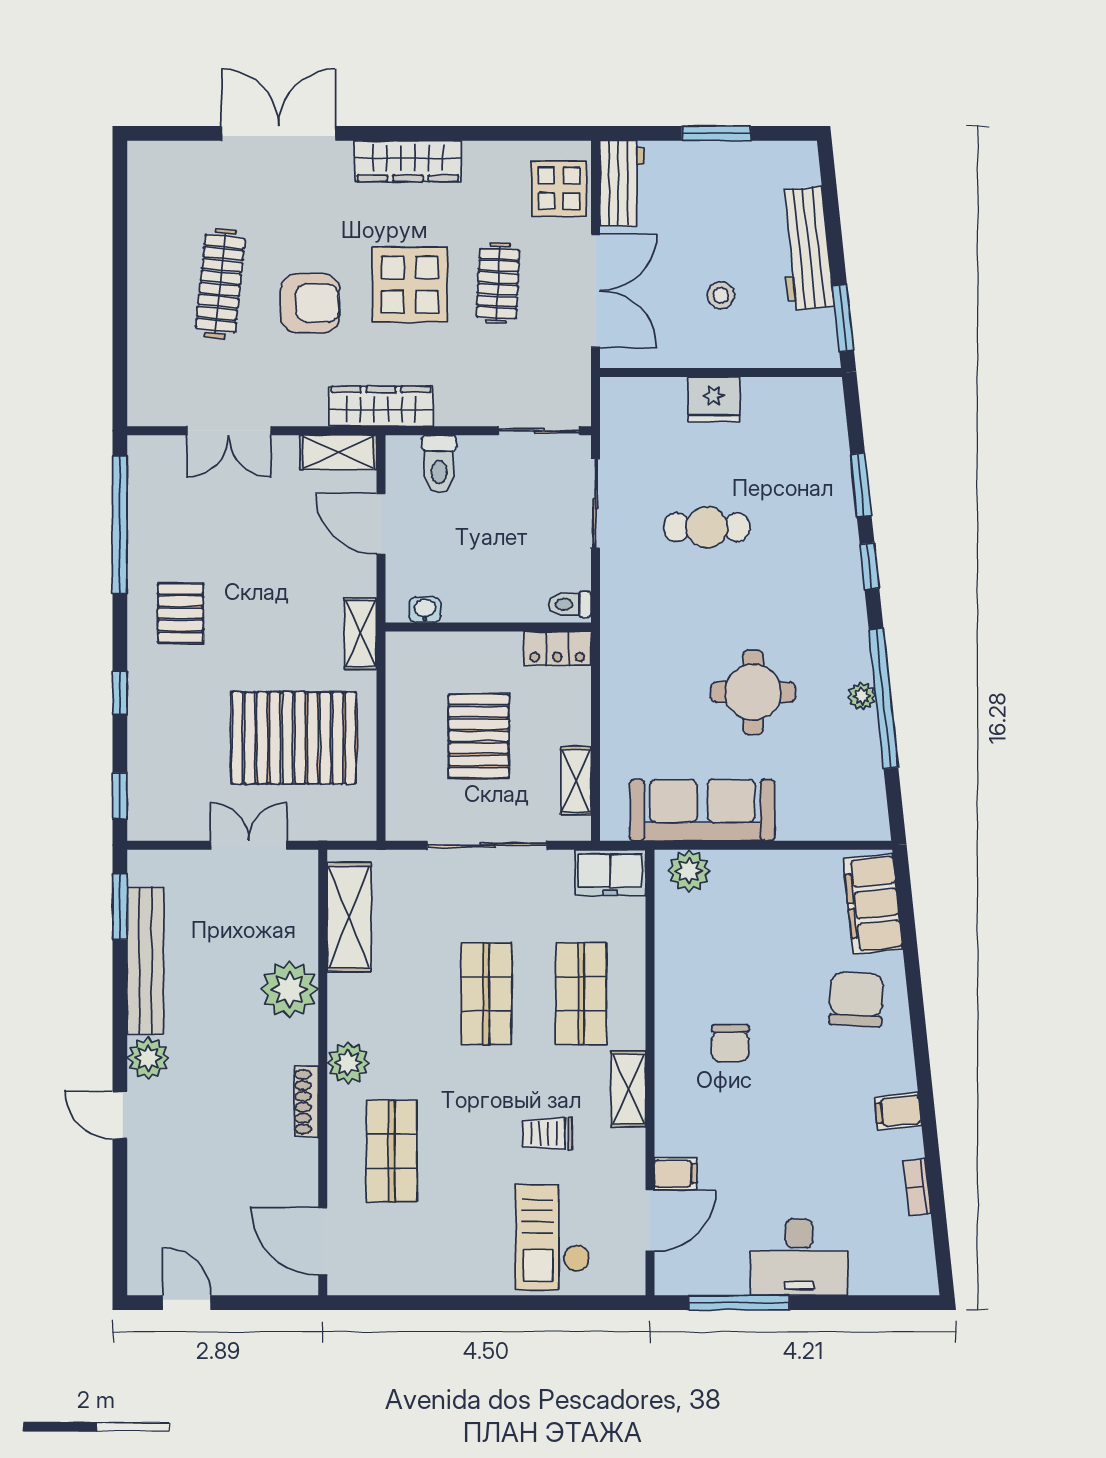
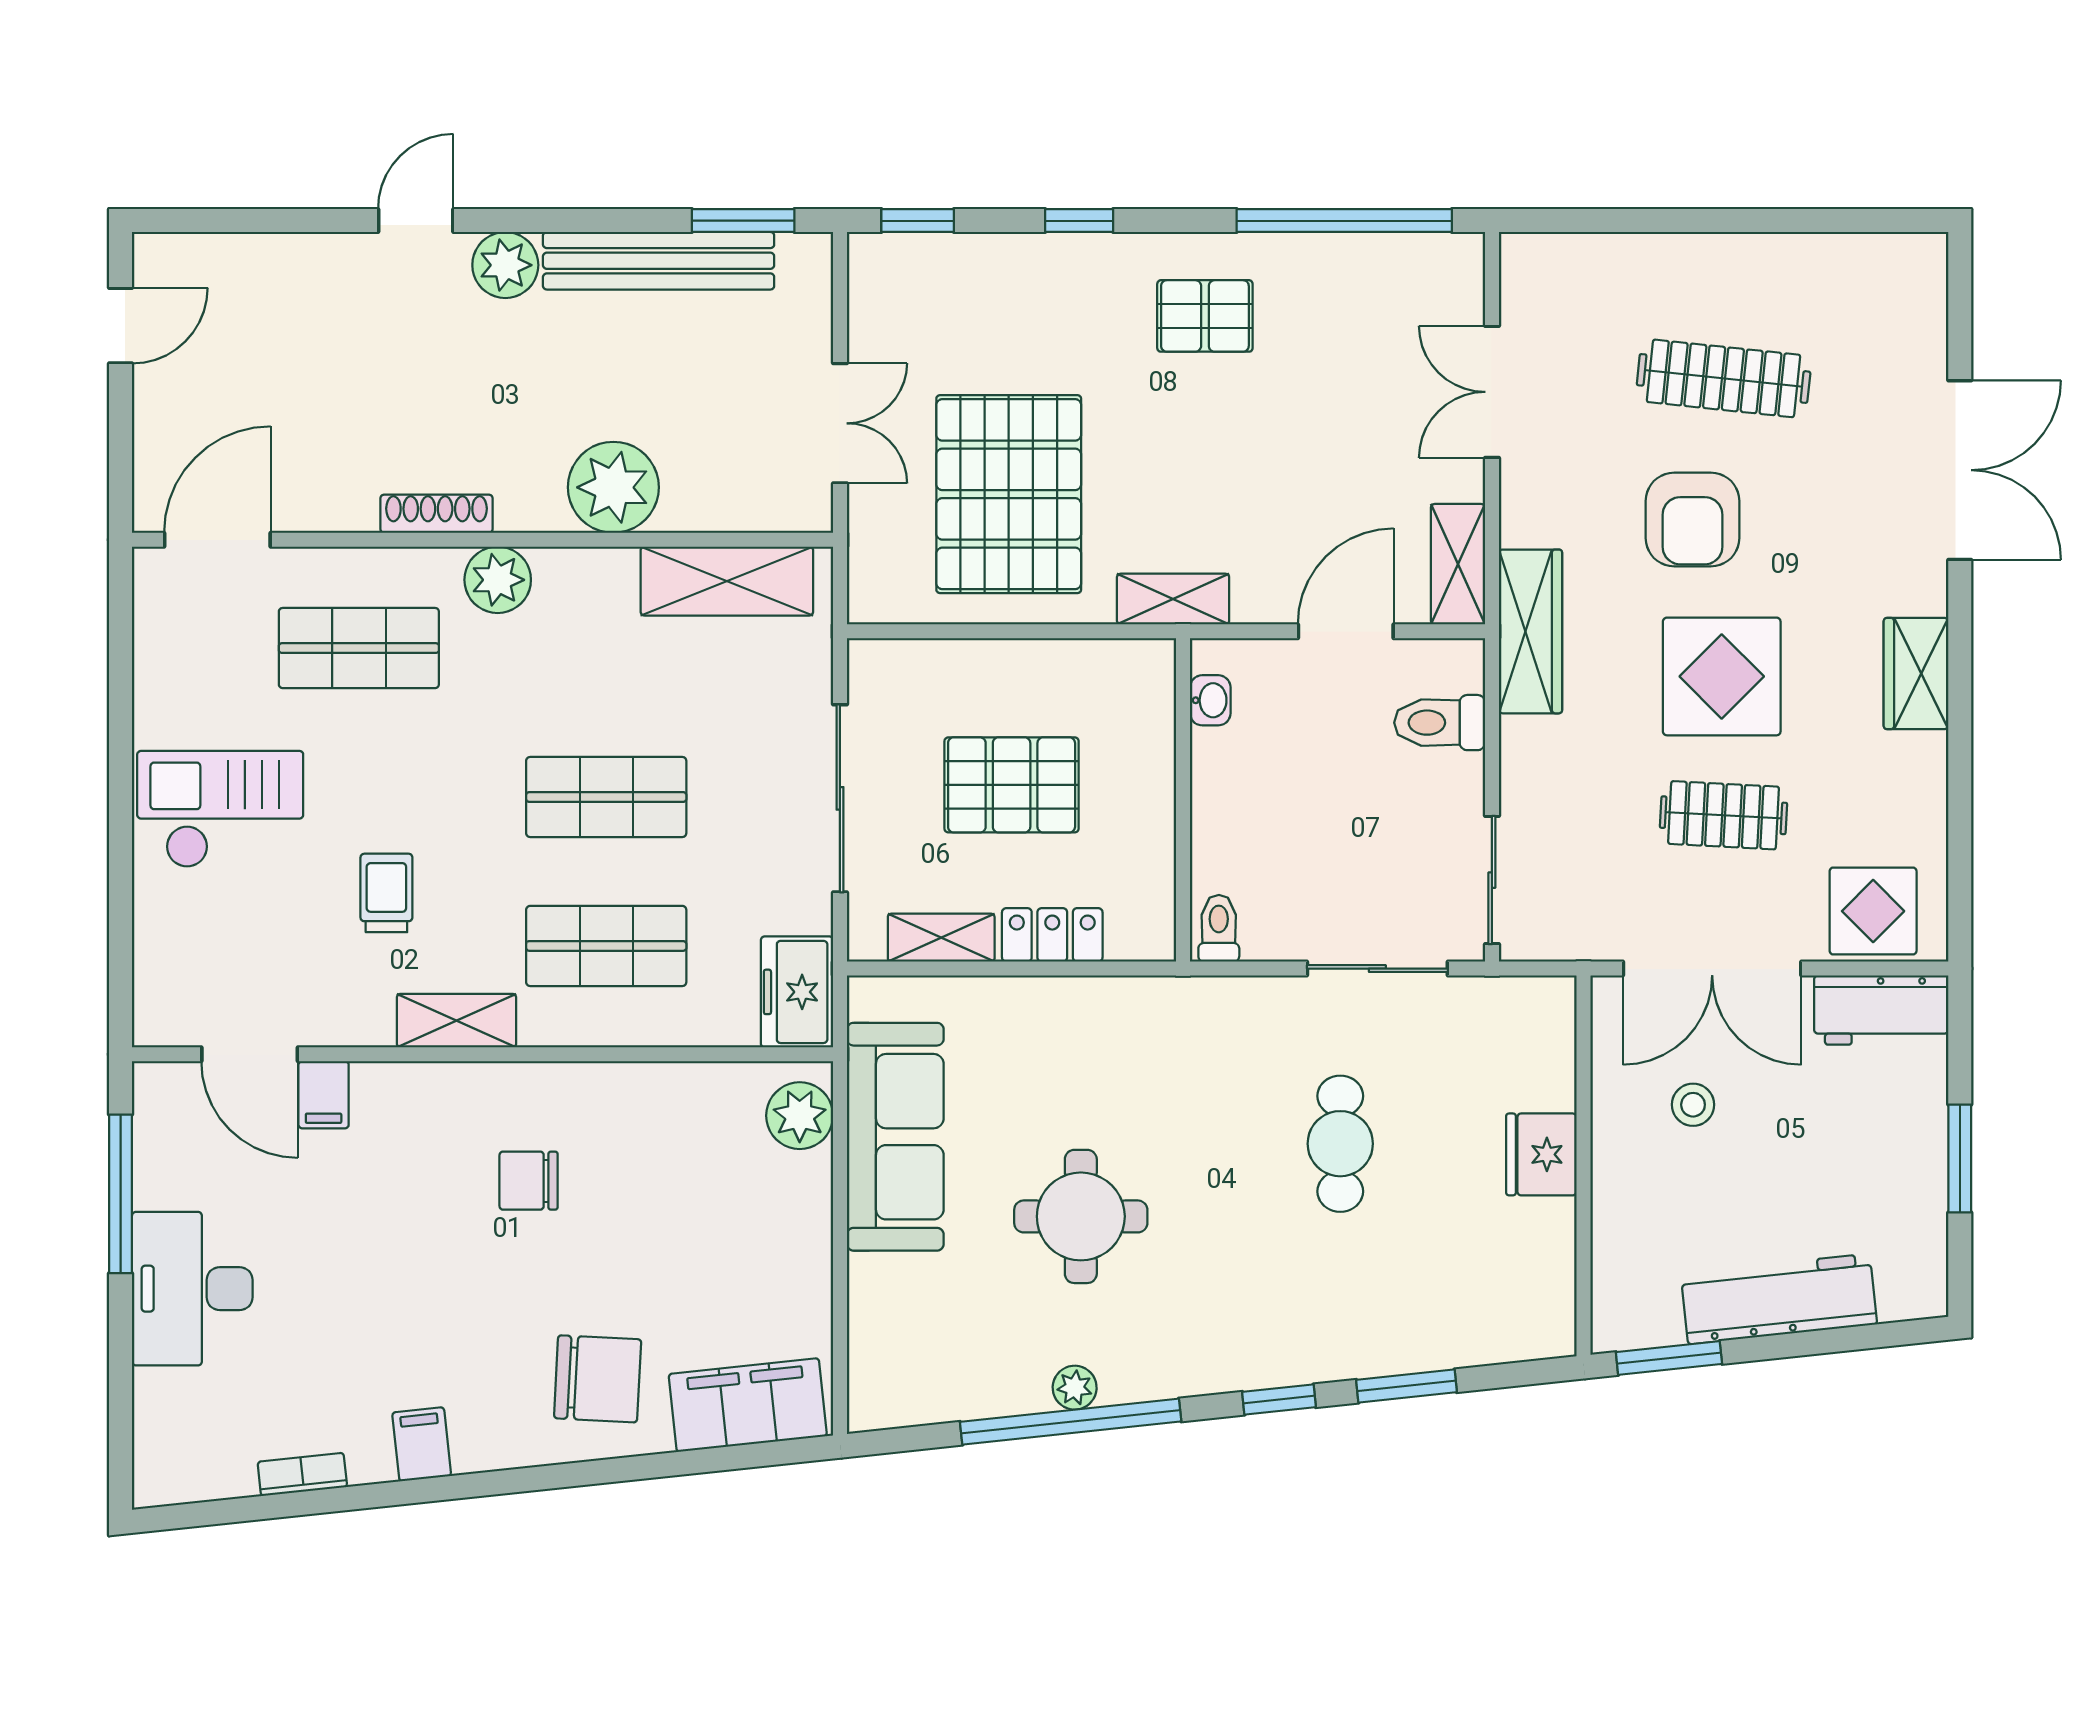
wardrobe: (408, 161) -> (1916, 674), width x0.67
stool: (721, 295) -> (1693, 1105), moved
locker: (557, 648) -> (1052, 935), moved, turned 90
checkout: (553, 1237) -> (220, 809), moved

